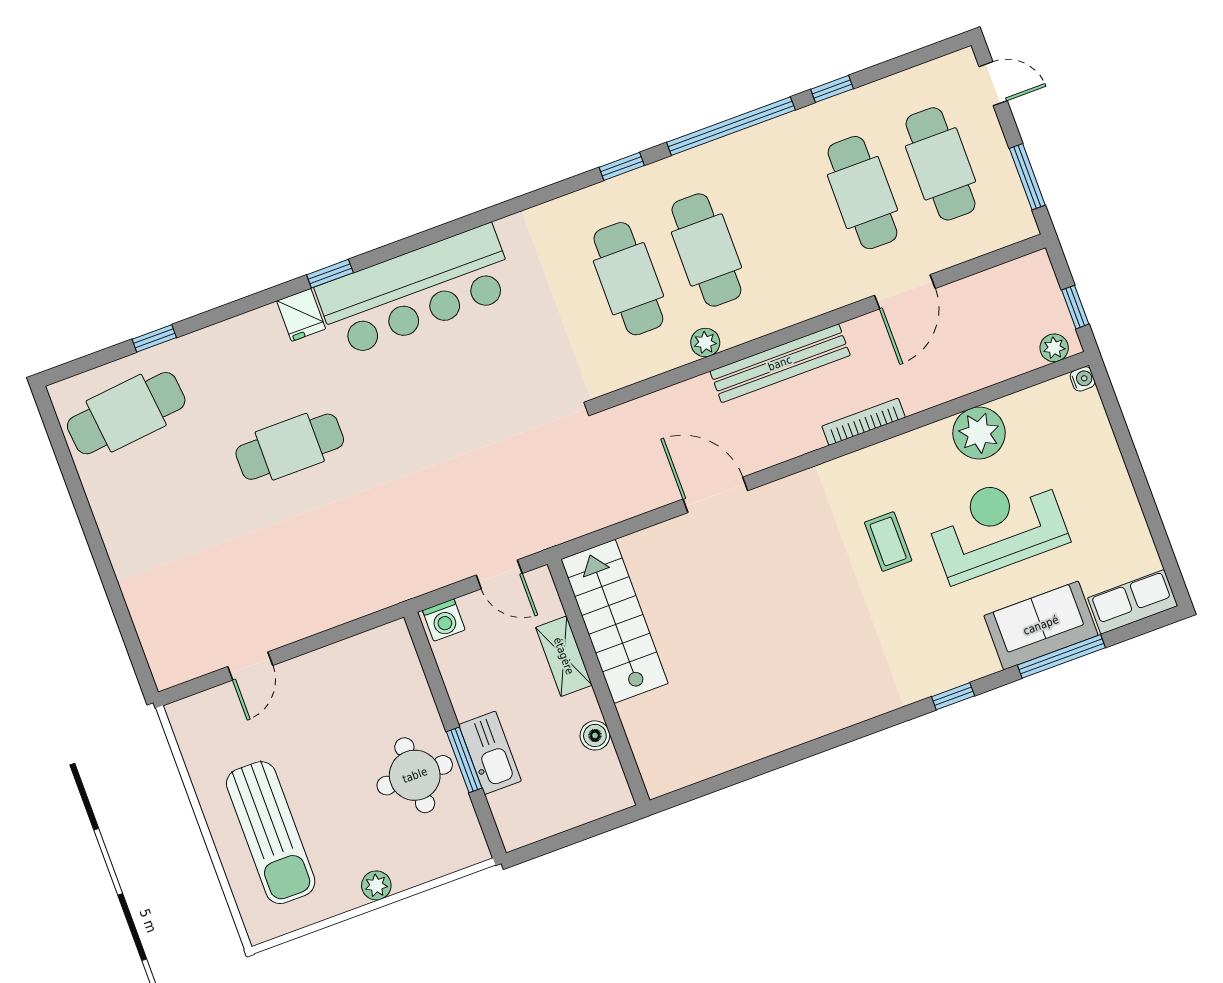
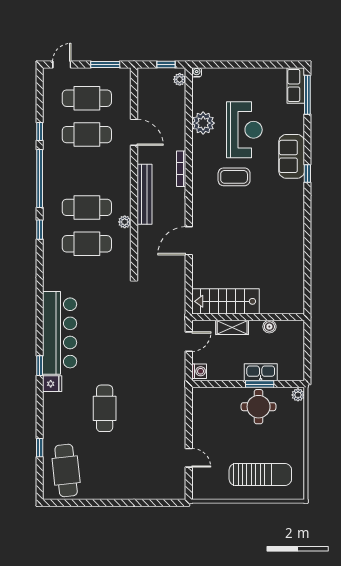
reception desk: (997, 526) -> (244, 130), turned 180
coffee table: (888, 542) -> (234, 177), width x1.36, depth x1.30
sofa: (1041, 625) -> (292, 156), moved
window: (1061, 656) -> (307, 95), moved
plant: (376, 885) -> (298, 395), moved

